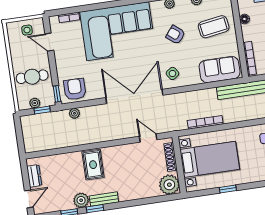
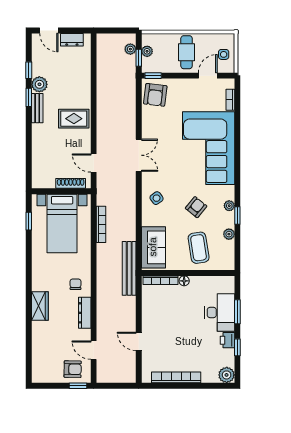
floor lamp: (244, 19) -> (184, 281), moved
cafe table: (32, 77) -> (187, 52), moved
armchair: (75, 89) -> (155, 95), turned 97
double door: (134, 96) -> (139, 155), width x0.54
plant: (74, 113) -> (130, 49), moved
door: (148, 138) -> (94, 163), swing flipped
rug: (93, 165) -> (74, 119), moved
plant: (169, 185) -> (42, 178), removed
window: (228, 189) -> (29, 221), moved

